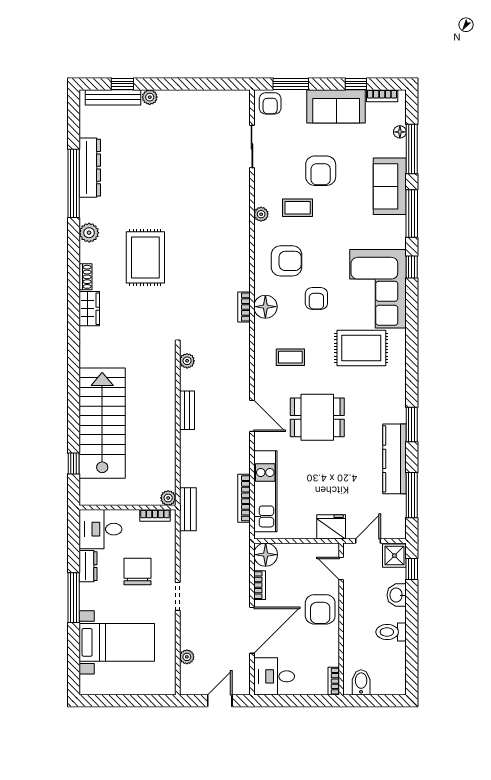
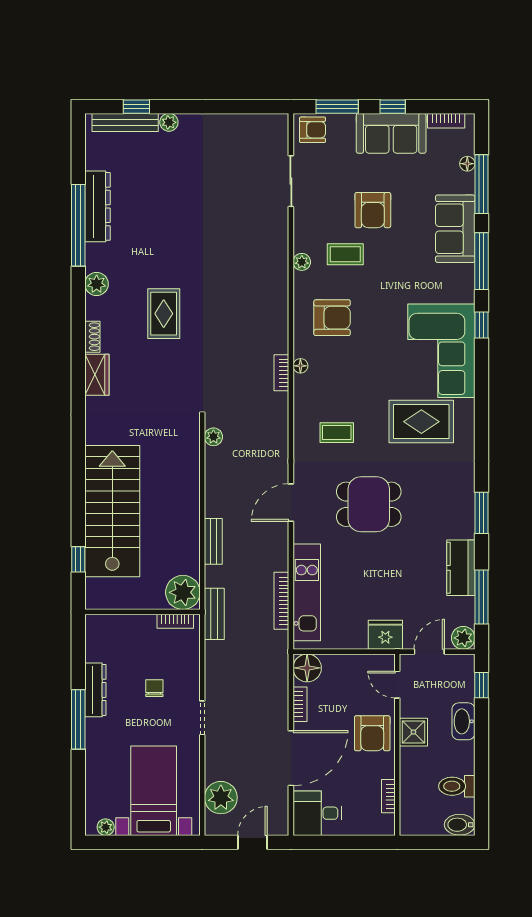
window: (356, 84) -> (393, 107), moved
armchair: (270, 103) -> (313, 130), turned -90
rug: (145, 257) -> (164, 314), width x0.73, depth x0.70
armchair: (316, 299) -> (368, 363), removed
floor lamp: (265, 307) -> (300, 366), width x0.53, depth x0.53
bench: (187, 410) -> (213, 541), moved
door: (252, 416) -> (291, 503), swing flipped
kitchen counter: (394, 459) -> (461, 568), width x0.67
plant: (168, 498) -> (183, 592), width x1.88, depth x1.88
desk: (101, 529) -> (110, 638), removed
plant: (396, 529) -> (463, 638), added
shower: (394, 556) -> (413, 732), moved
dresser: (88, 566) -> (95, 690), width x1.44
chair: (138, 571) -> (154, 688), width x0.54, depth x0.54
washbasin: (397, 595) -> (463, 721), width x1.38
toilet: (391, 632) -> (457, 786), moved
bed with nightstands: (117, 642) -> (154, 791), moved, turned -90
plant: (187, 657) -> (221, 798), width x1.88, depth x1.88
bookcase: (334, 681) -> (388, 796), moved
bidet: (361, 682) -> (460, 825), moved, turned -90
plant: (97, 688) -> (106, 827), added

